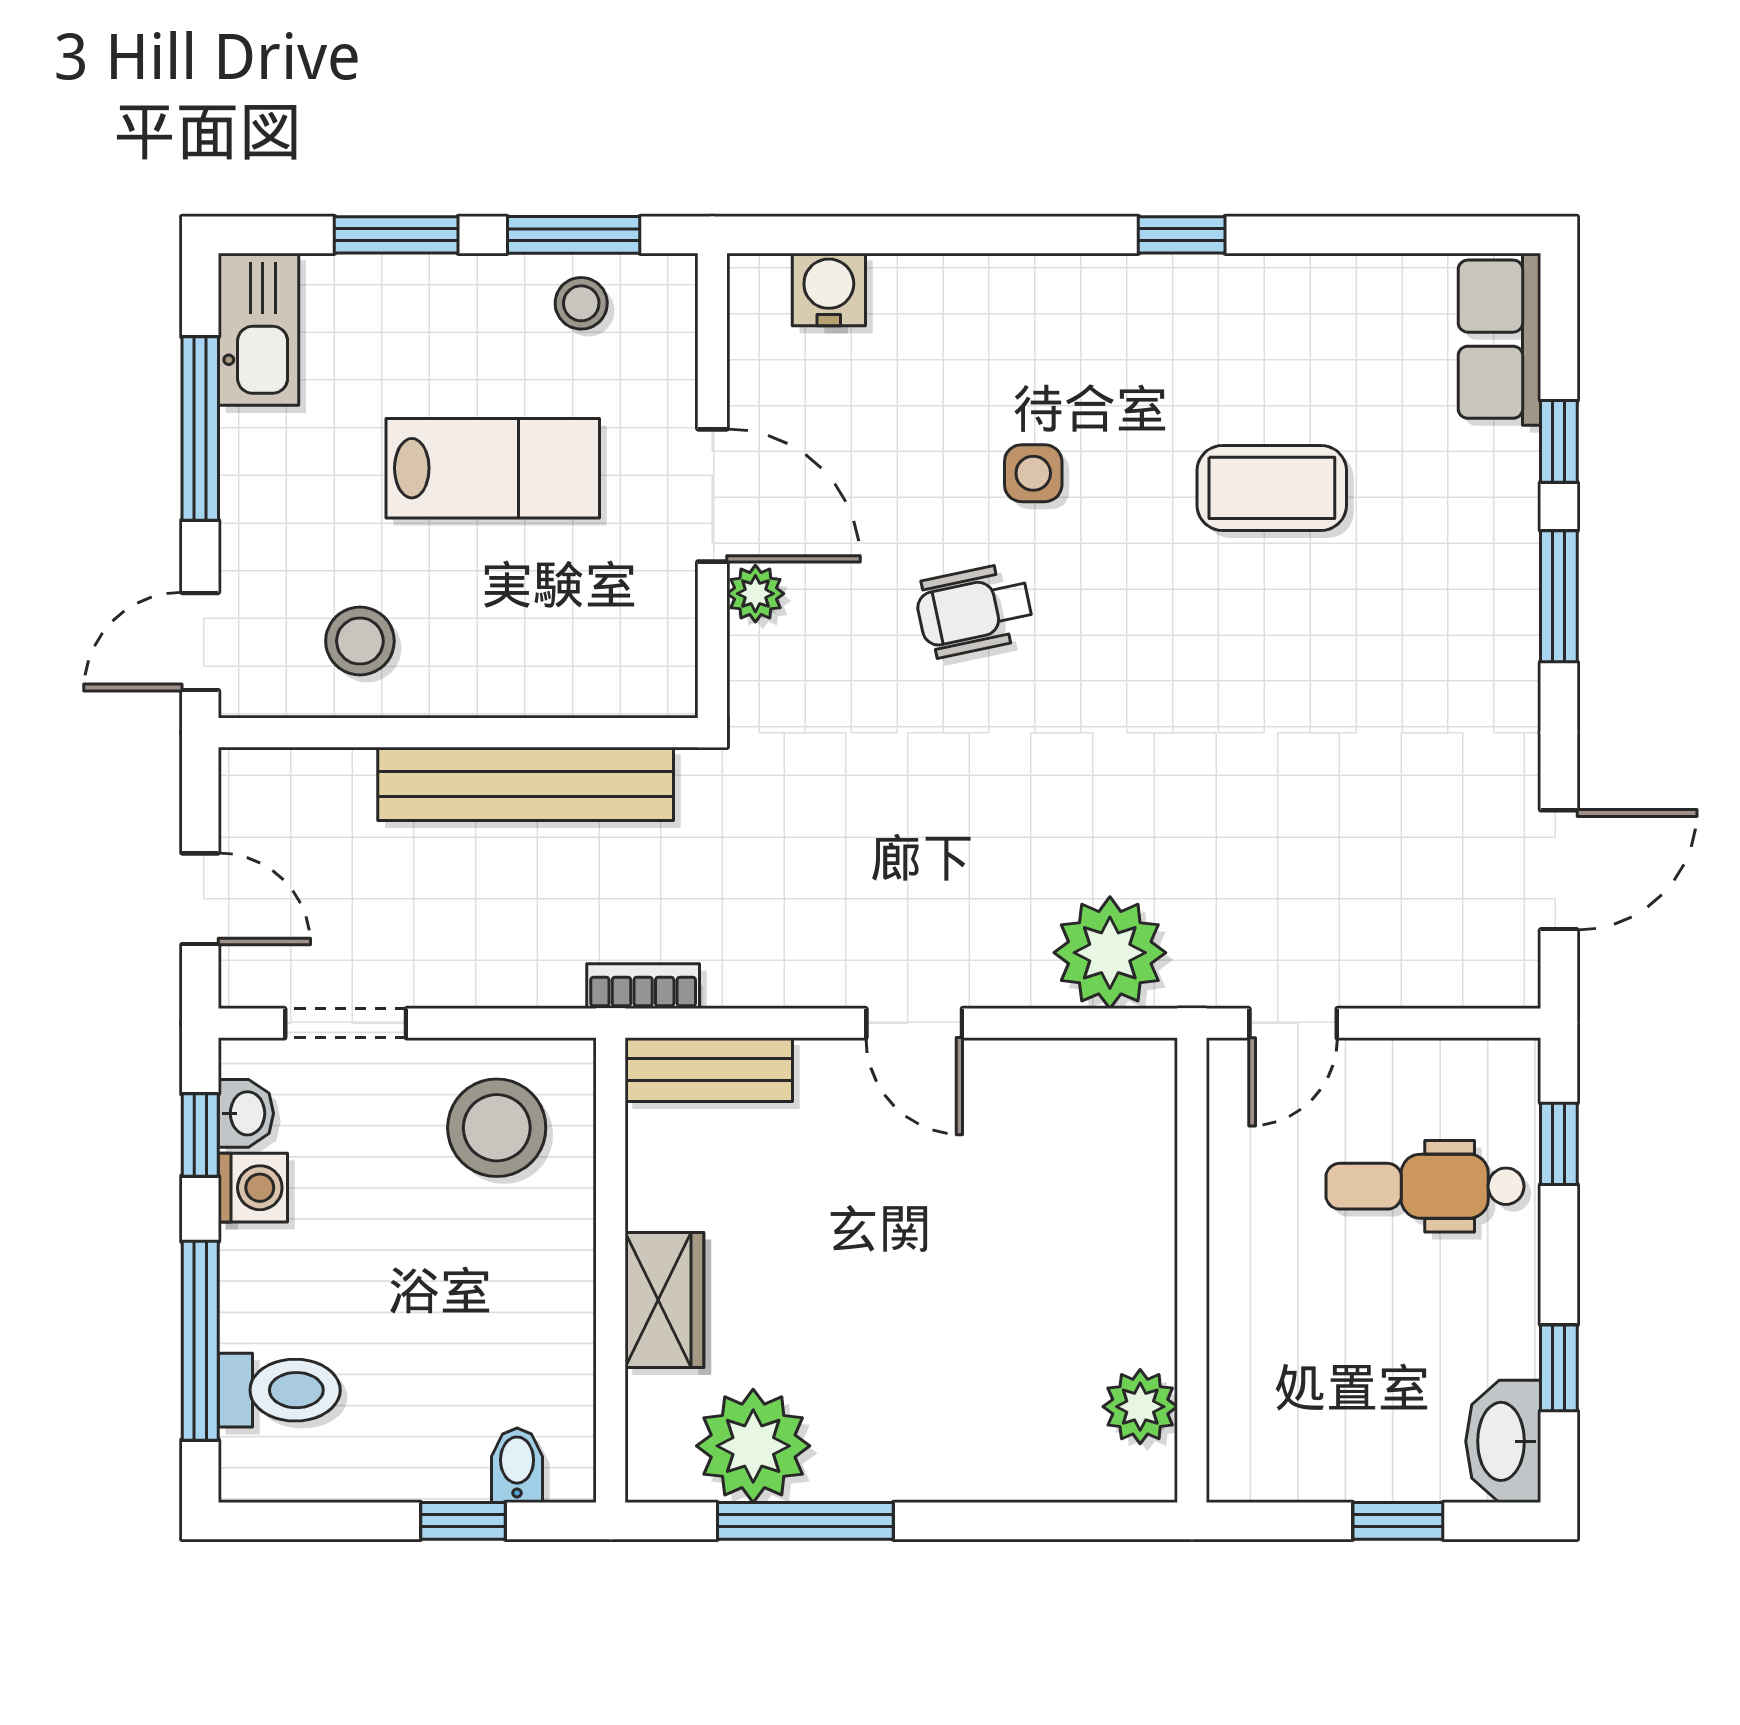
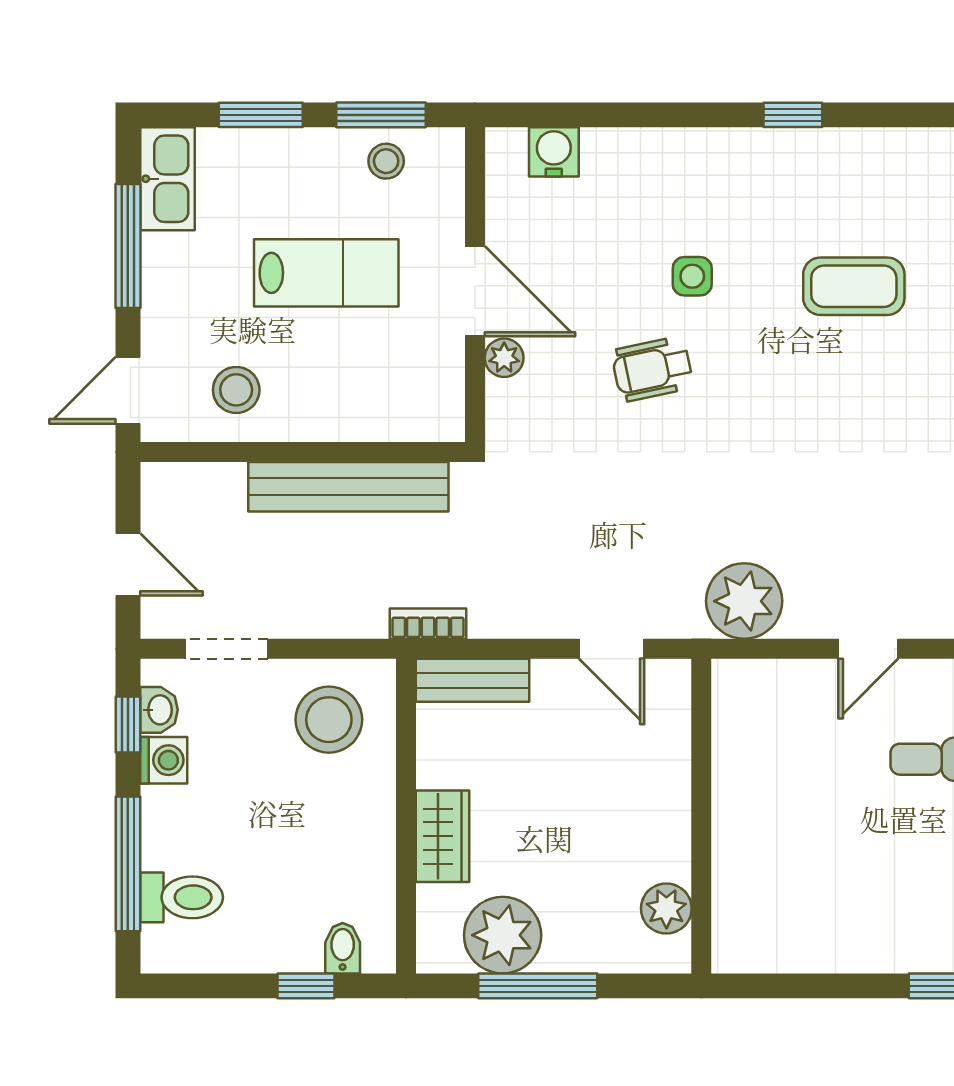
wall: (1192, 1270) -> (701, 816), moved
plant: (1140, 1407) -> (666, 908), moved

